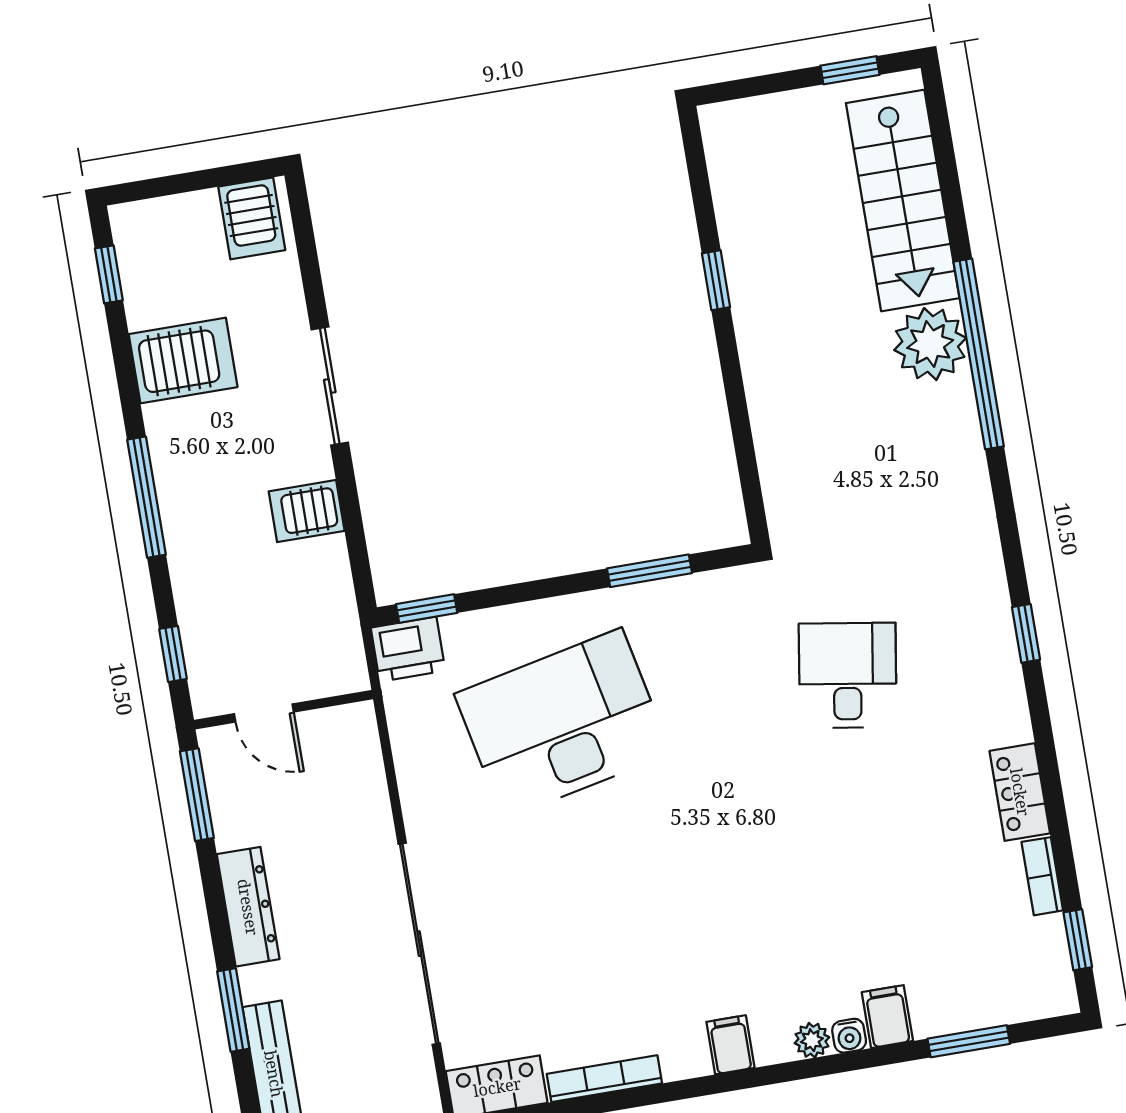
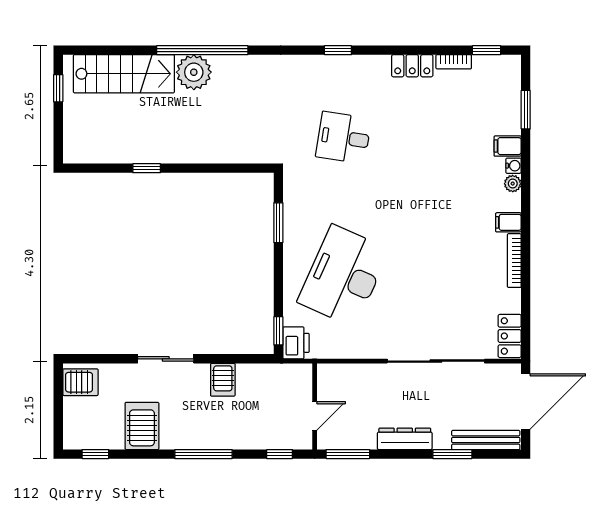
desk: (563, 724) -> (343, 276), turned 36
bookcase: (604, 1079) -> (514, 261), moved

